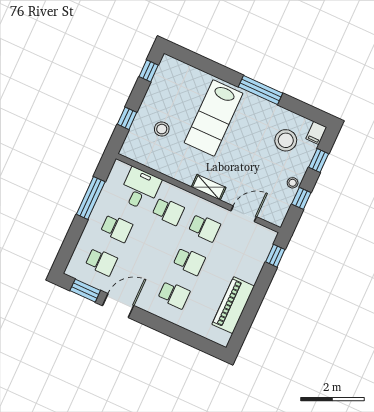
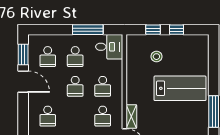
window: (149, 71) -> (177, 30), moved
lab bench: (214, 118) -> (180, 88), turned 180
shelving: (209, 187) -> (131, 116), moved
desk: (140, 189) -> (109, 47), moved
school desk: (189, 261) -> (75, 86), moved

